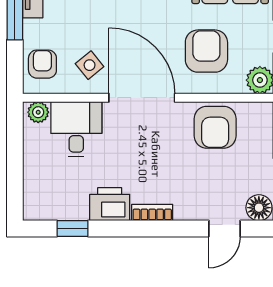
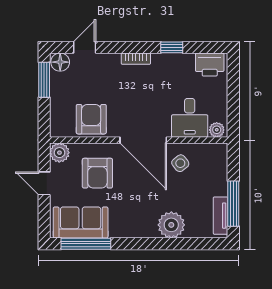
armchair: (42, 64) -> (214, 164), removed
printer: (110, 204) -> (210, 65), moved
window: (72, 228) -> (172, 47), moved

